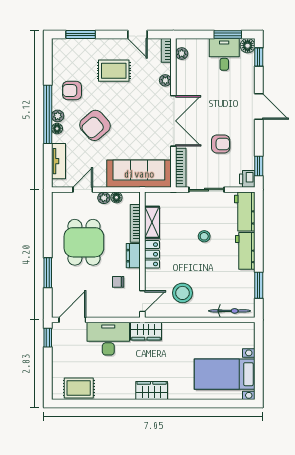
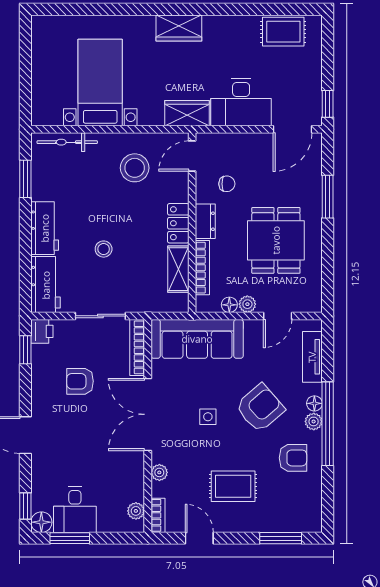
side table: (131, 119) -> (208, 417), added
bed with nightstands: (225, 374) -> (100, 83), moved, turned -90

